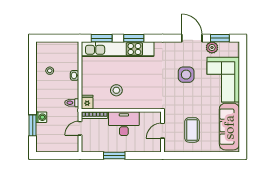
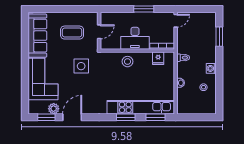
door: (192, 38) -> (72, 117), swing flipped
side table: (186, 75) -> (81, 66), moved
stool: (116, 90) -> (127, 62), moved
fridge: (87, 102) -> (158, 58), moved
washing machine: (41, 117) -> (211, 68), moved
door: (80, 128) -> (176, 21), moved
coffee table: (192, 130) -> (72, 33), turned 90

